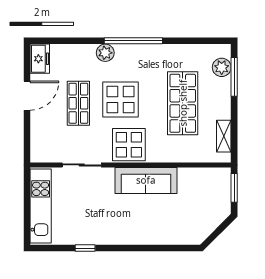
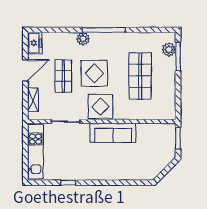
shelving: (224, 136) -> (33, 100), moved

